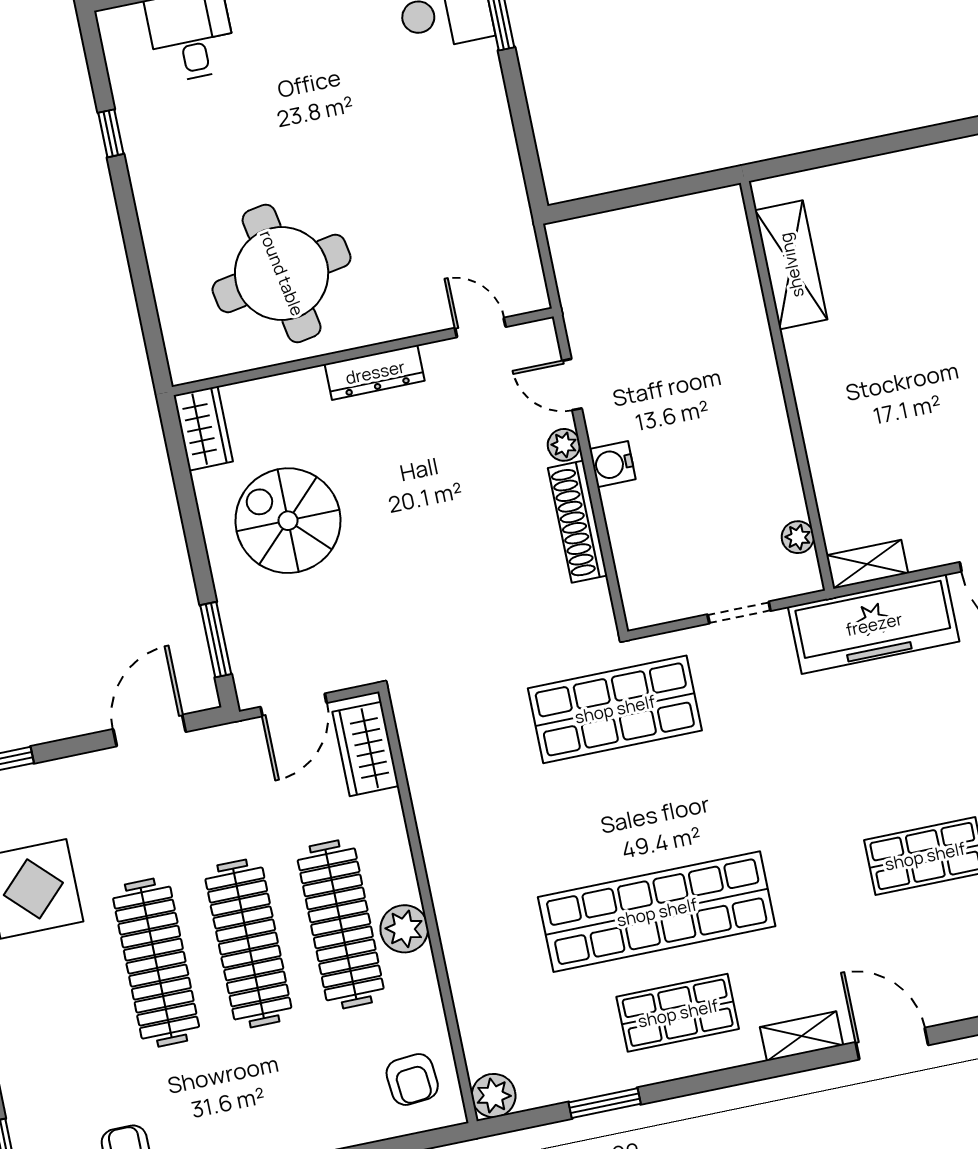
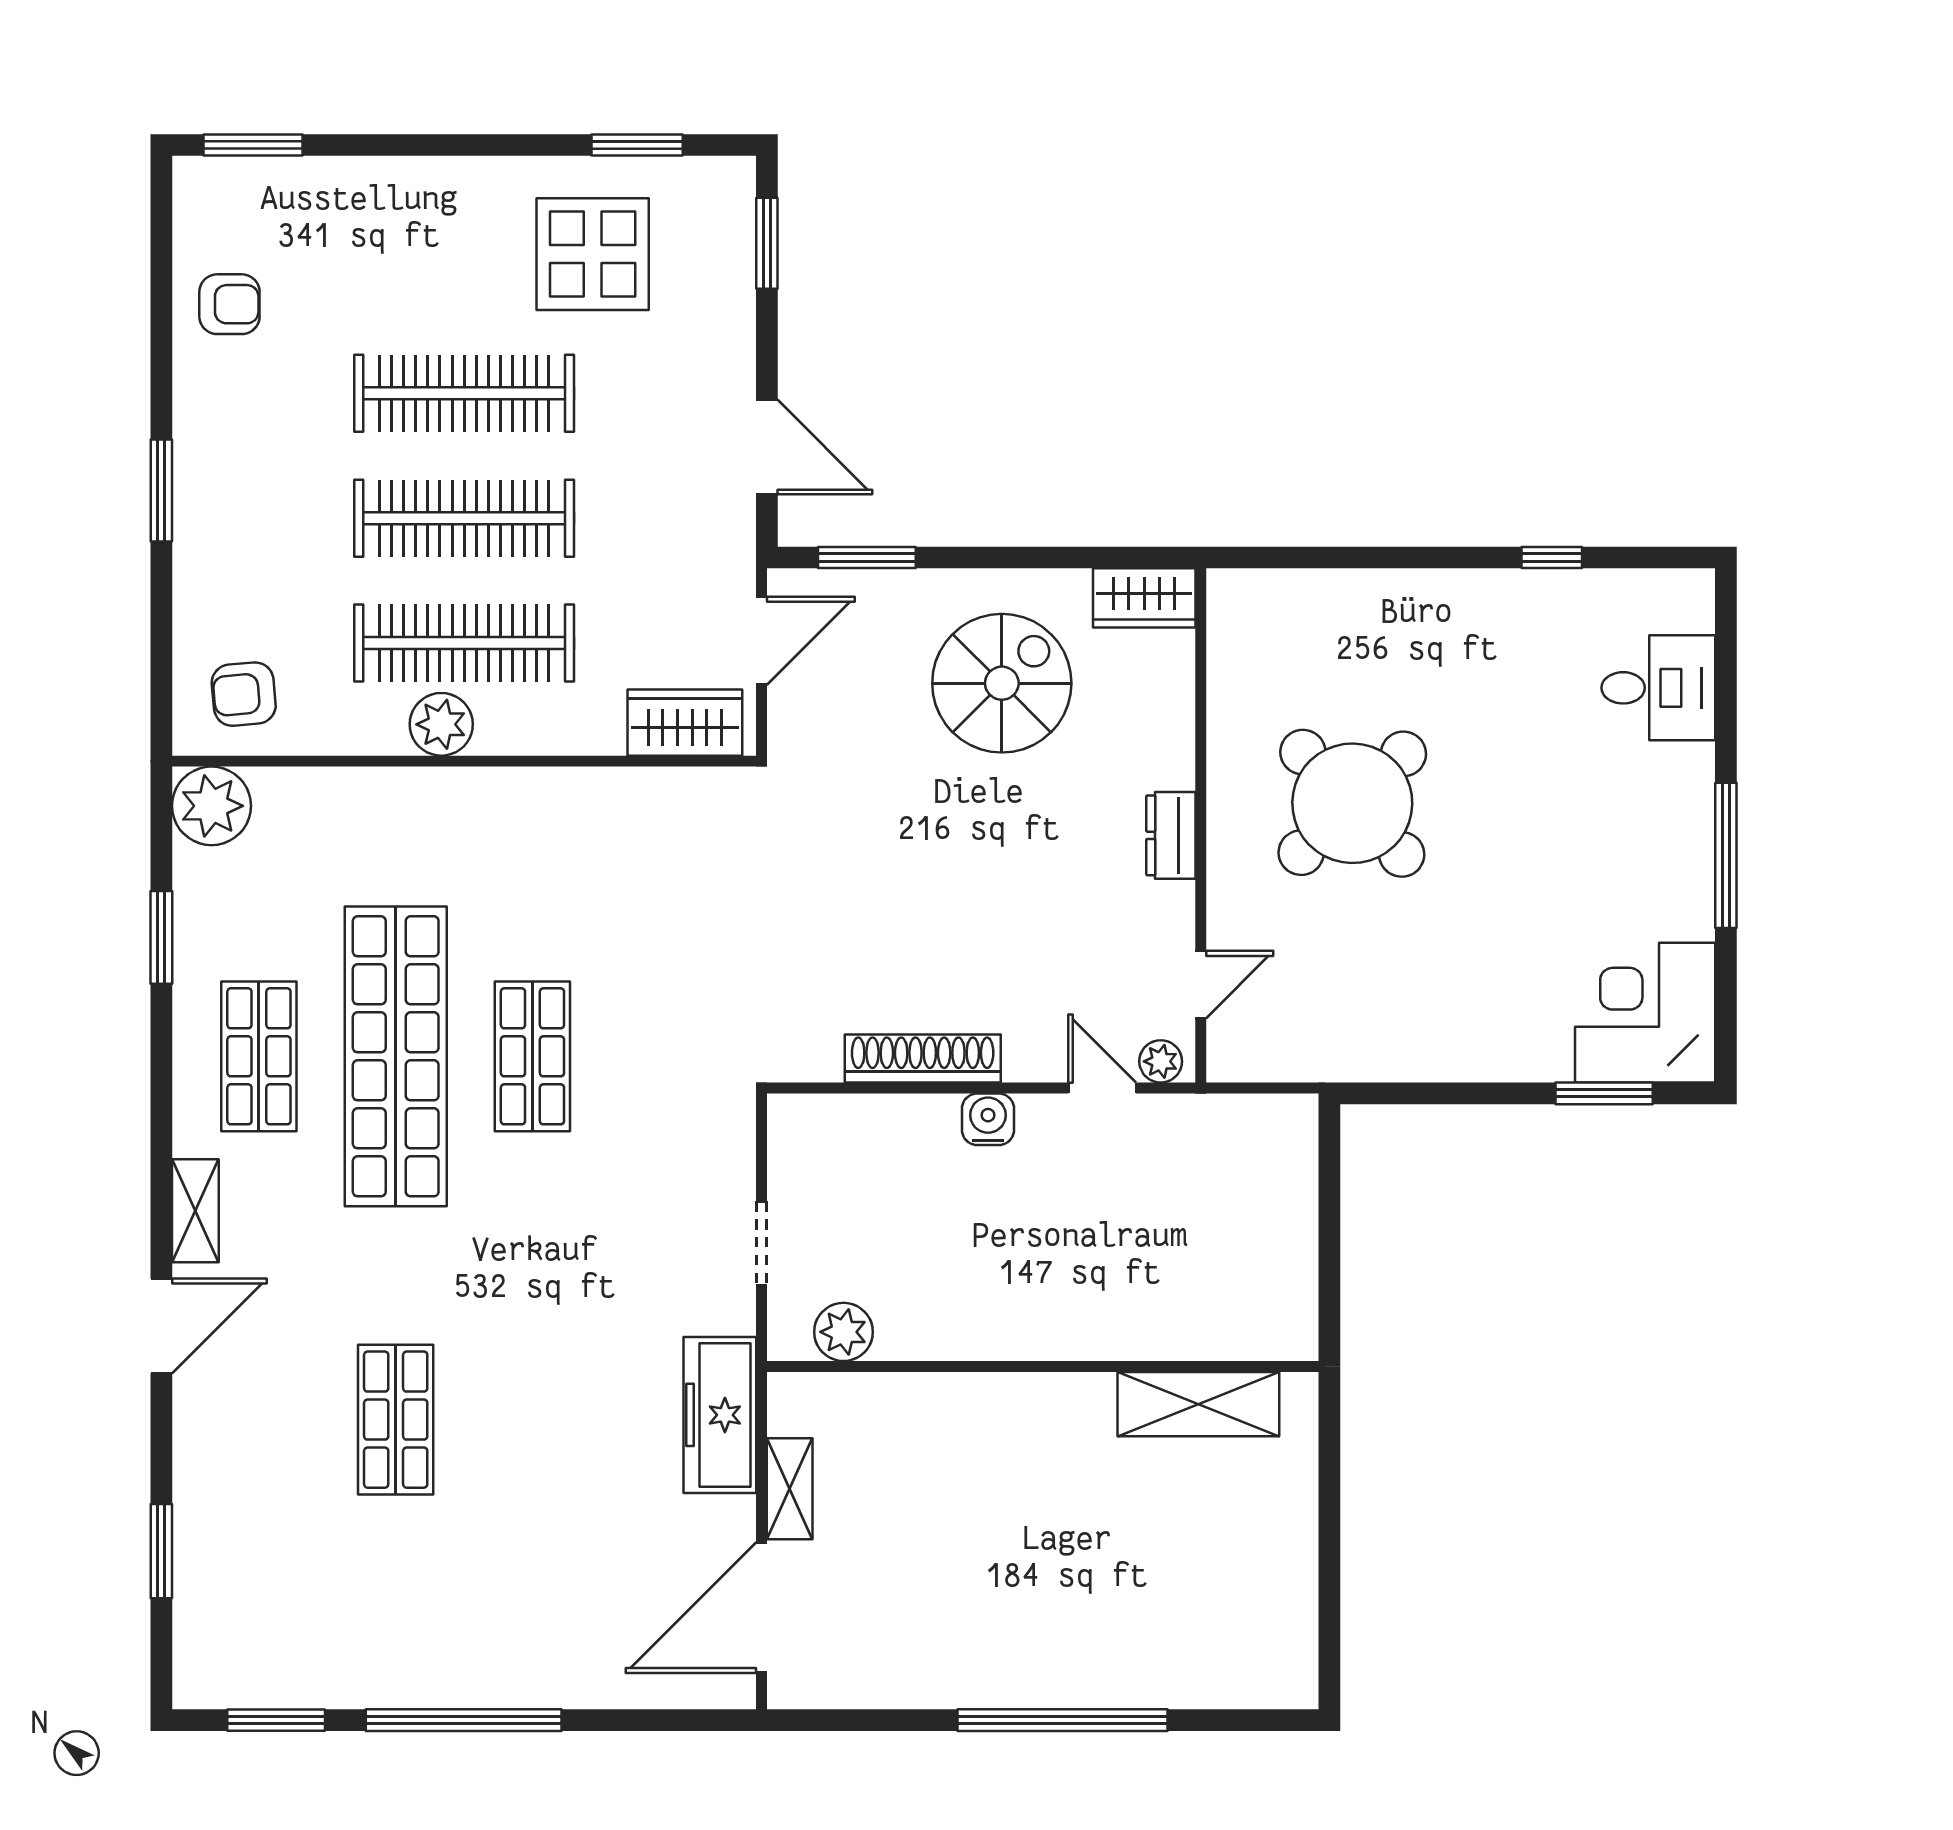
round table: (282, 273) -> (1352, 803), moved, turned -34
dresser: (375, 372) -> (1171, 835), width x0.70
door: (572, 385) -> (1102, 1088), hinge flipped
plant: (564, 445) -> (1161, 1061), moved
plant: (798, 537) -> (844, 1332), width x1.38, depth x1.38
shelving: (867, 564) -> (790, 1489), moved
freezer: (874, 624) -> (720, 1415), width x0.73, depth x0.79
door: (294, 705) -> (761, 641), swing flipped
shop shelf: (615, 709) -> (532, 1056), moved, width x0.70, depth x0.74
plant: (494, 1096) -> (212, 806), width x1.36, depth x1.36

